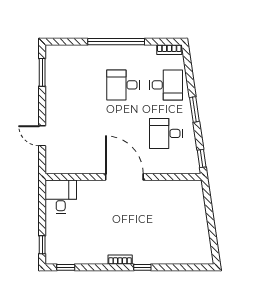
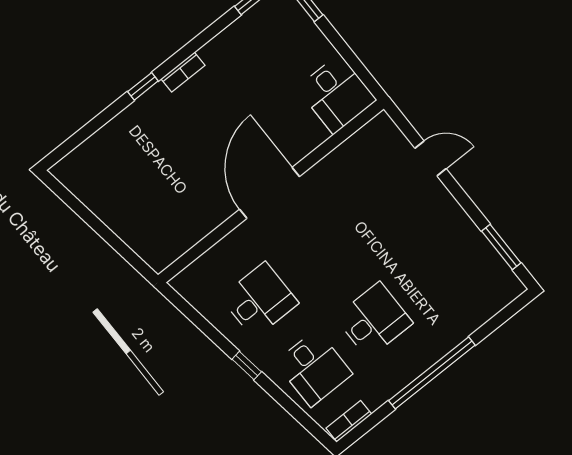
desk: (166, 85) -> (314, 368), turned -90
window: (194, 109) -> (247, 366), width x0.67
window: (202, 158) -> (182, 305), removed
door: (124, 177) -> (270, 193), swing flipped

